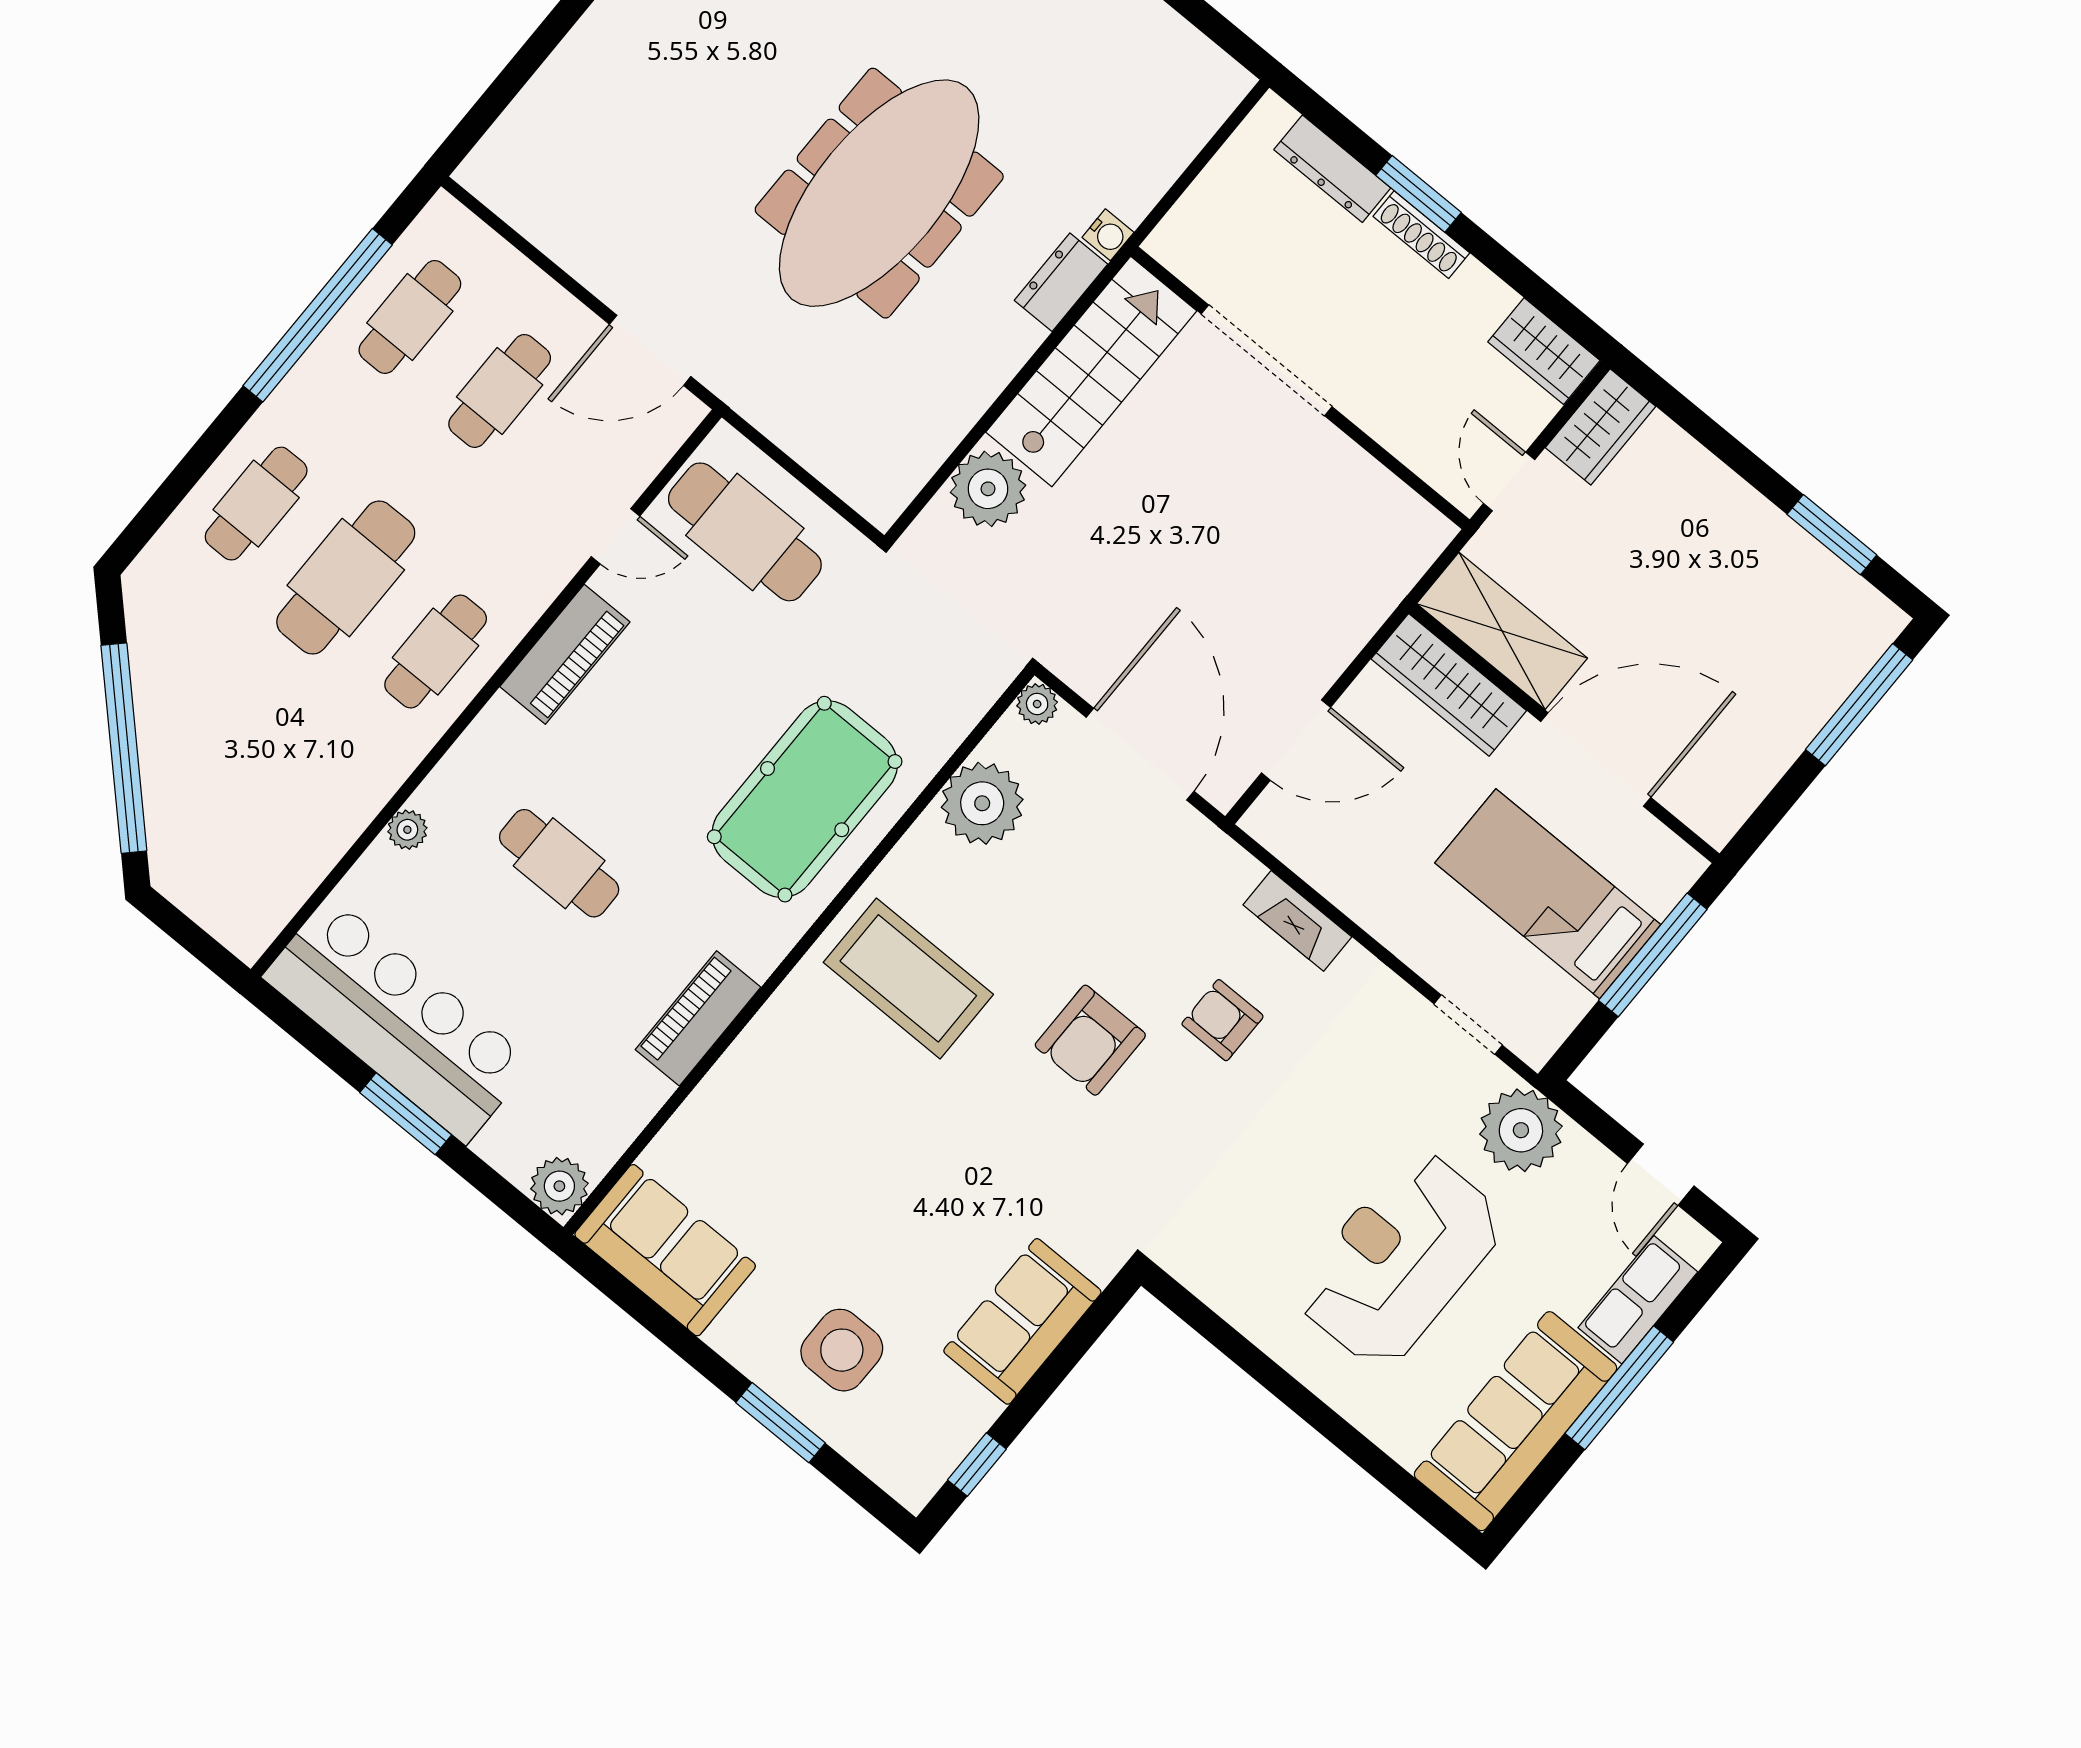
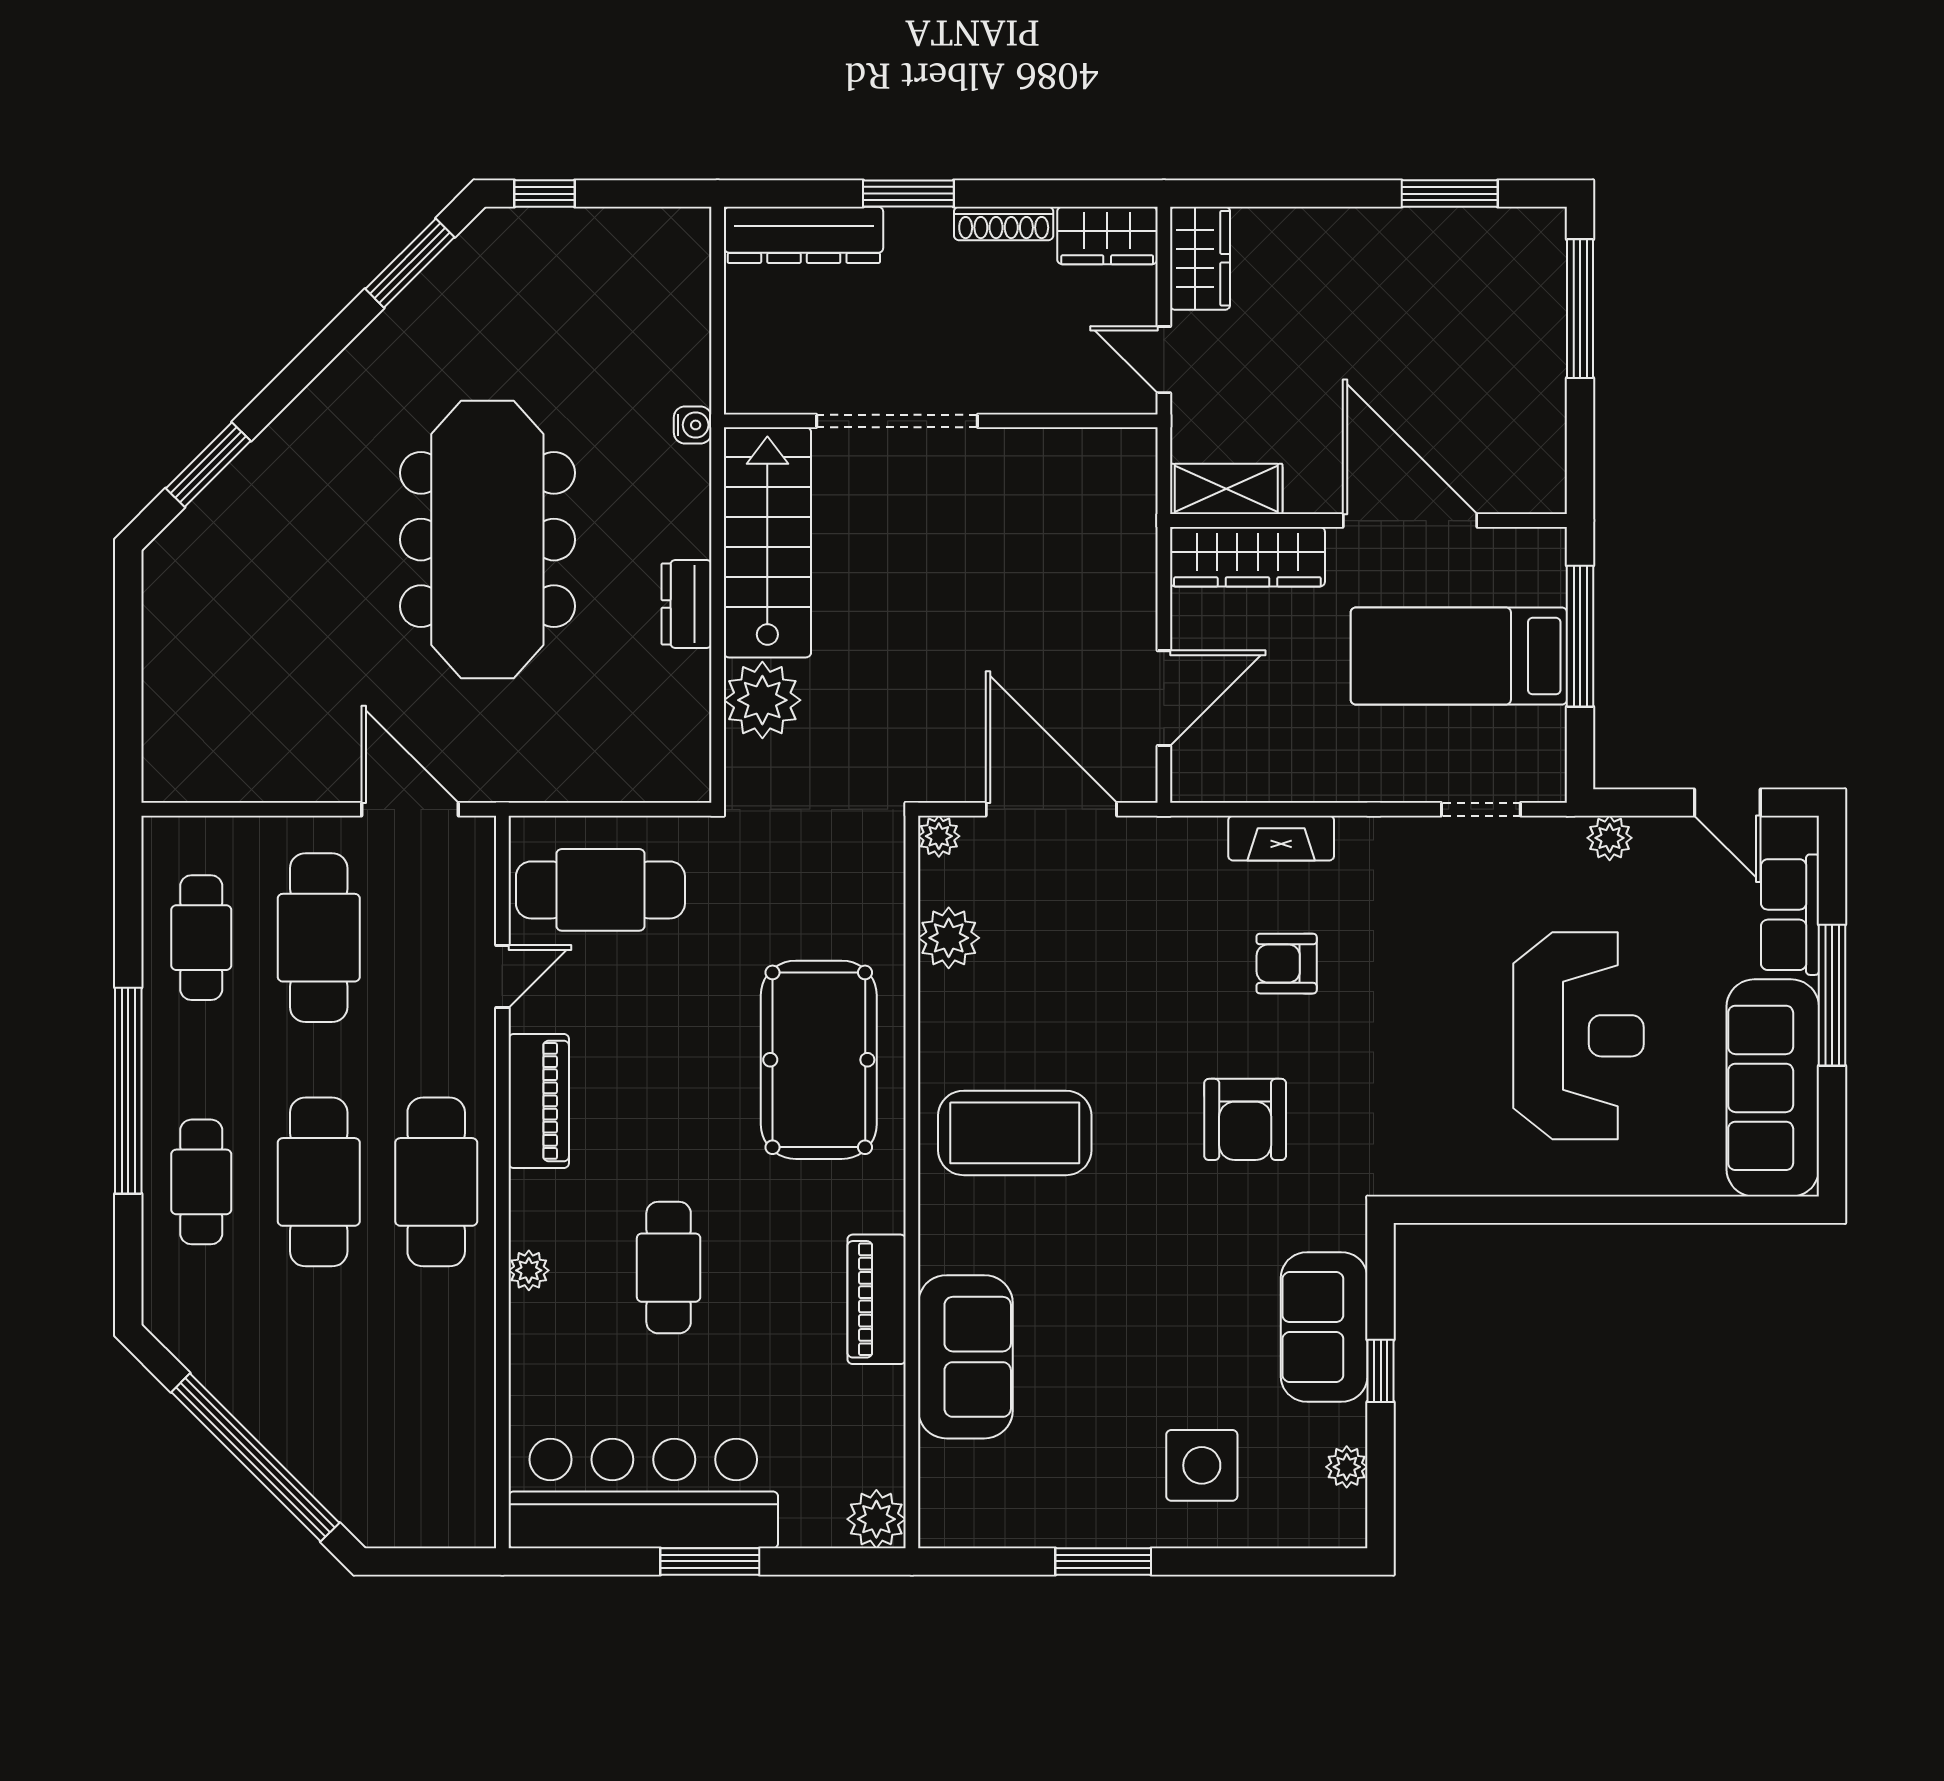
dresser: (1332, 169) -> (804, 235), width x1.37, depth x1.24
shoe rack: (1421, 235) -> (1004, 224), moved
dresser: (1061, 282) -> (686, 604), moved
window: (318, 315) -> (128, 1091), moved
door: (650, 350) -> (410, 809), swing flipped
cafe table: (500, 391) -> (319, 938), width x1.37, depth x1.35
shelving: (1502, 631) -> (1226, 489), width x0.67, depth x0.75
cafe table: (436, 652) -> (436, 1182), width x1.37, depth x1.35
door: (1596, 760) -> (1410, 521), hinge flipped
plant: (982, 803) -> (949, 938), width x0.73, depth x0.73
plant: (407, 830) -> (529, 1270), moved
cafe table: (559, 863) -> (669, 1268), turned 90
armchair: (1090, 1040) -> (1245, 1119), moved
plant: (1521, 1130) -> (1610, 838), width x0.53, depth x0.53
sofa: (665, 1250) -> (965, 1357), moved, turned 90
reception desk: (1400, 1259) -> (1578, 1036), turned 180
window: (780, 1423) -> (1103, 1561), moved
plant: (952, 1442) -> (1347, 1467), added
window: (977, 1464) -> (1381, 1371), moved

